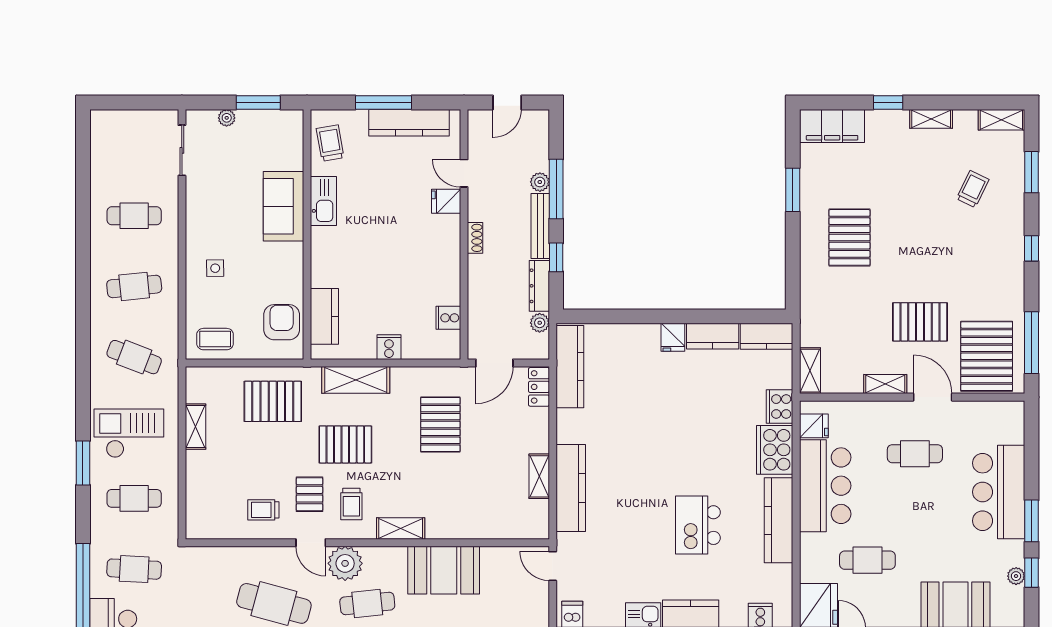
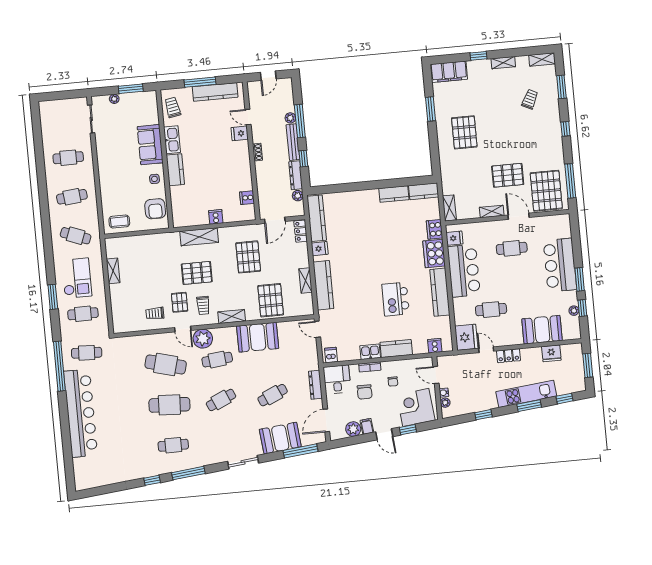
side table: (215, 268) -> (154, 179), moved
kitchen counter: (324, 316) -> (175, 170), moved
armchair: (282, 322) -> (155, 209), turned 180
fridge: (673, 337) -> (320, 249), moved, turned -90
pallet: (273, 401) -> (271, 300), moved, turned 90
checkout: (129, 433) -> (77, 278), turned 90

